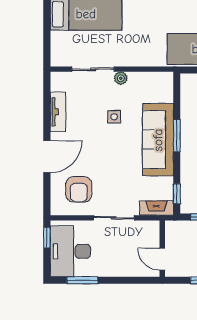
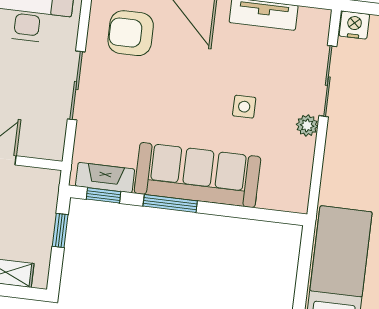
nightstand: (58, 57) -> (354, 25), added
window: (177, 136) -> (170, 203), moved
fireplace: (156, 208) -> (105, 178), moved, turned -90

